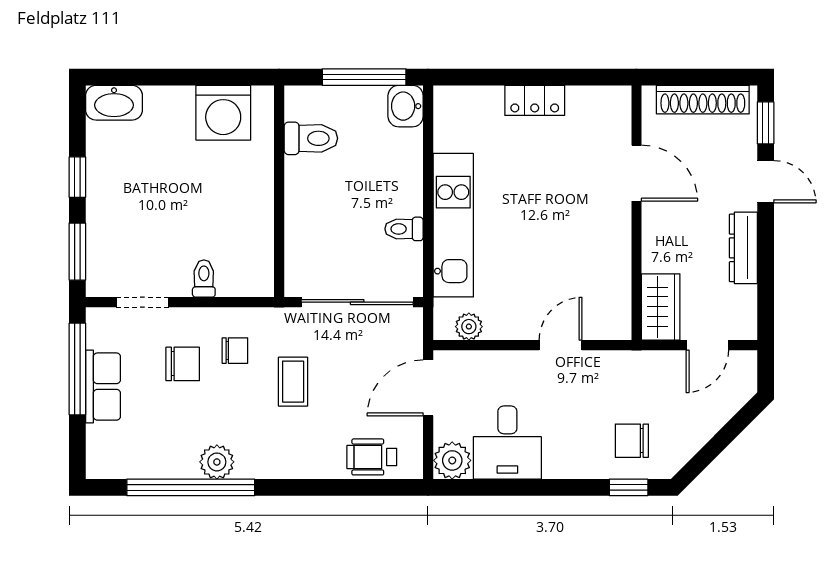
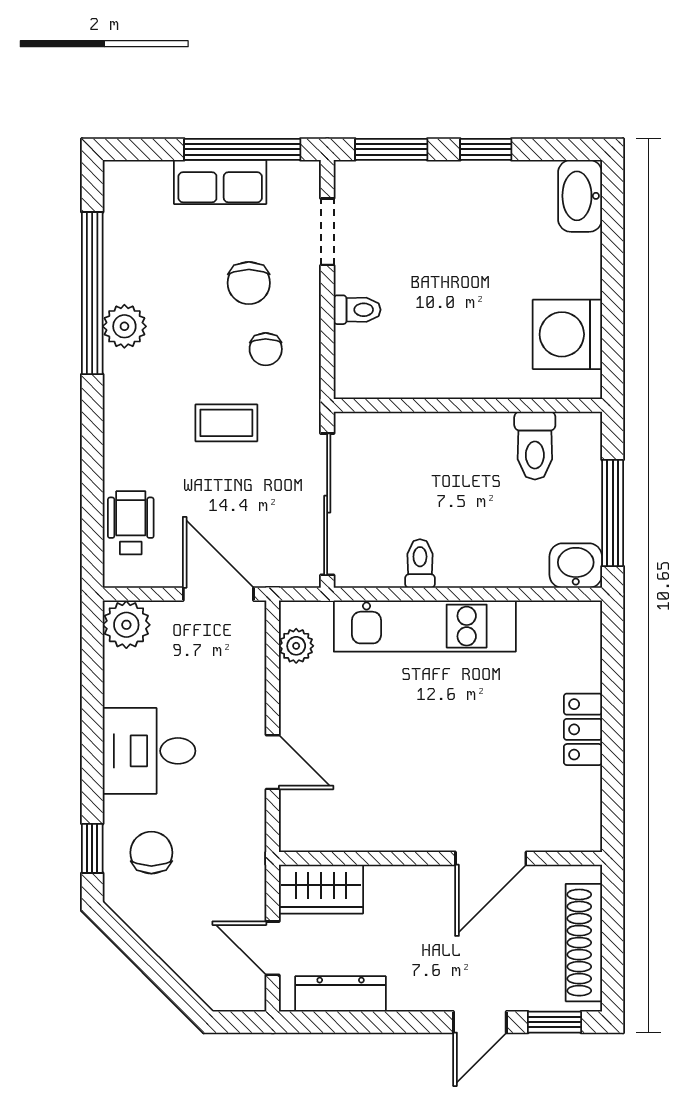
dresser: (743, 248) -> (341, 994), moved
desk: (507, 443) -> (149, 751), moved

